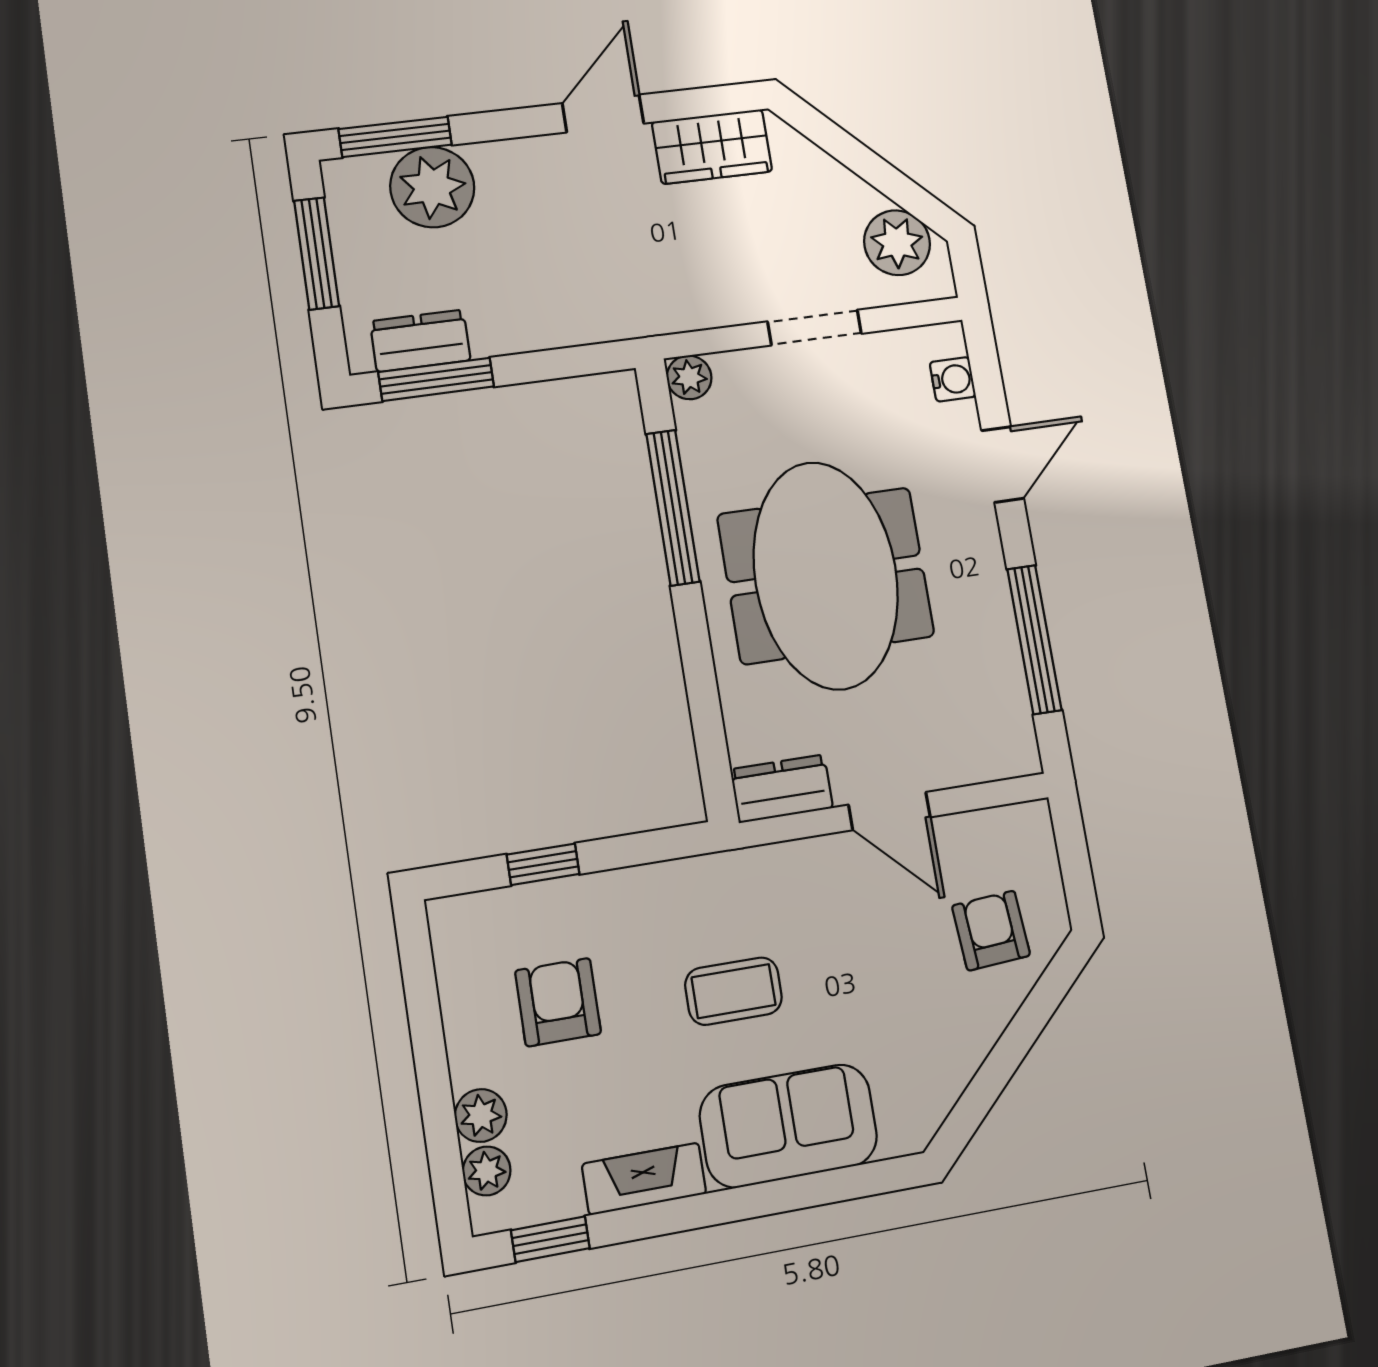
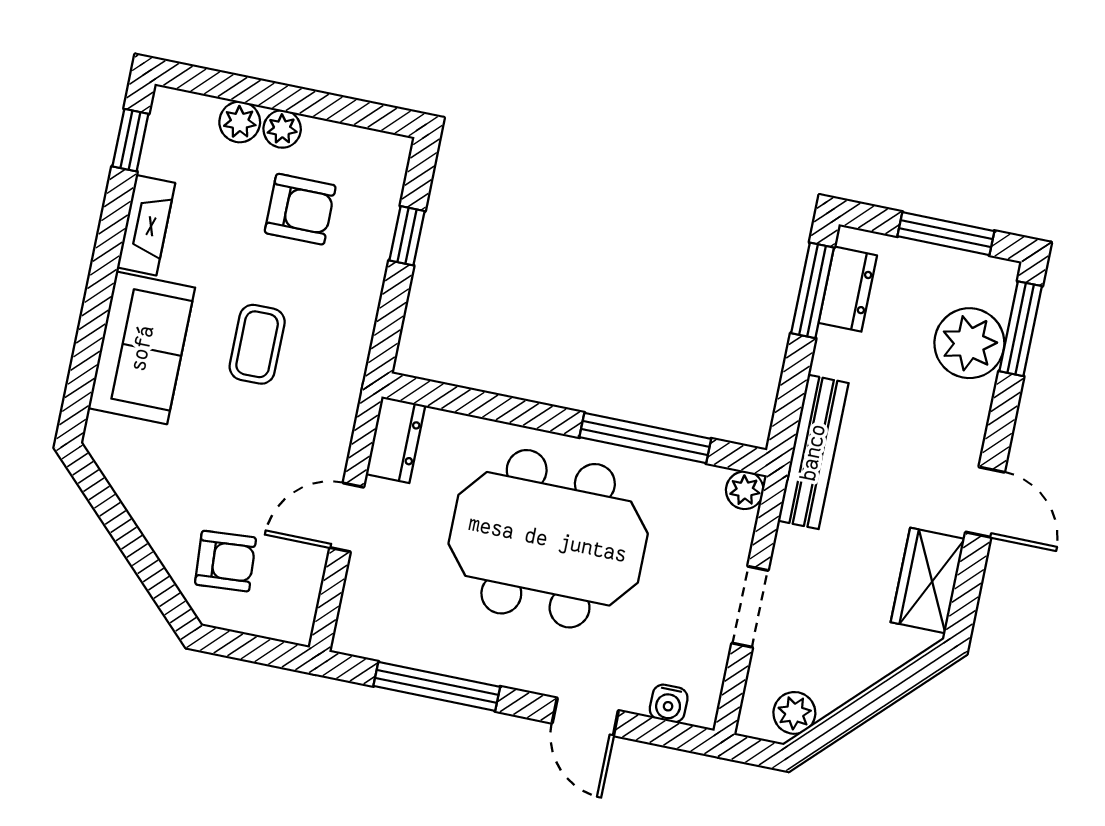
plant: (897, 243) -> (794, 713), width x0.73, depth x0.73
bench: (618, 317) -> (813, 452), added
plant: (487, 1171) -> (282, 129), moved

